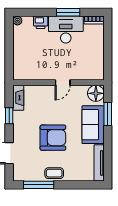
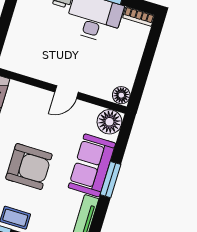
floor lamp: (98, 74) -> (121, 95), added
window: (108, 114) -> (111, 180), moved

